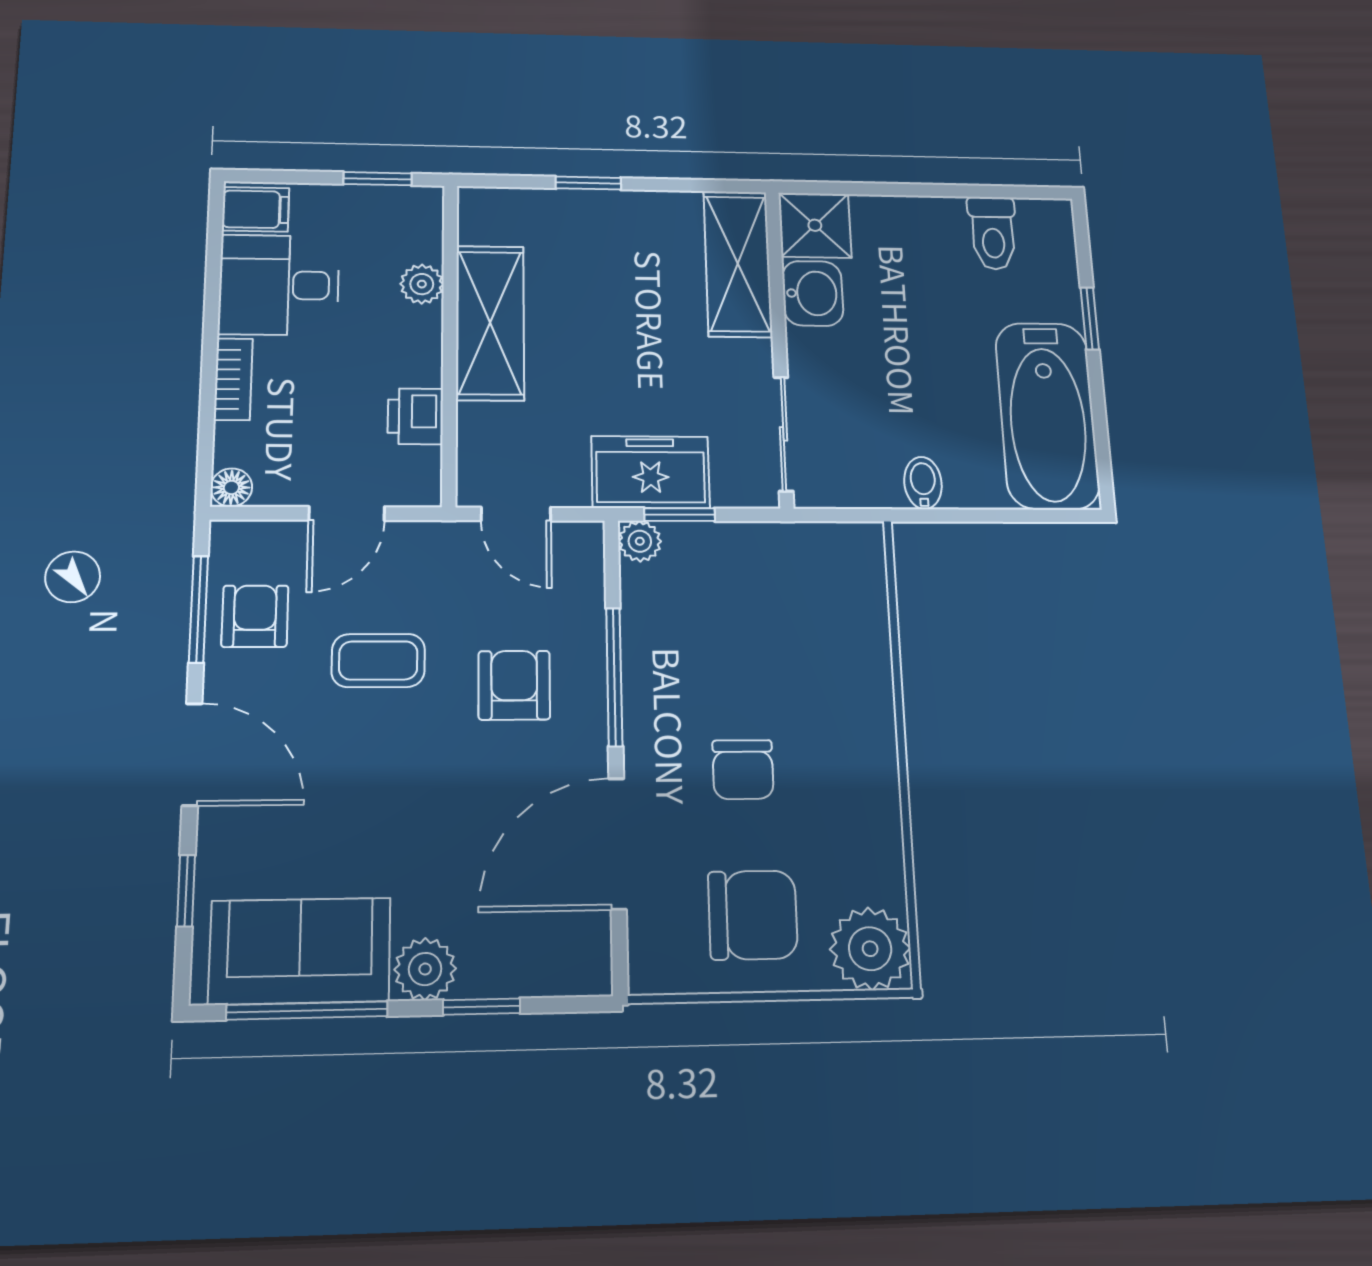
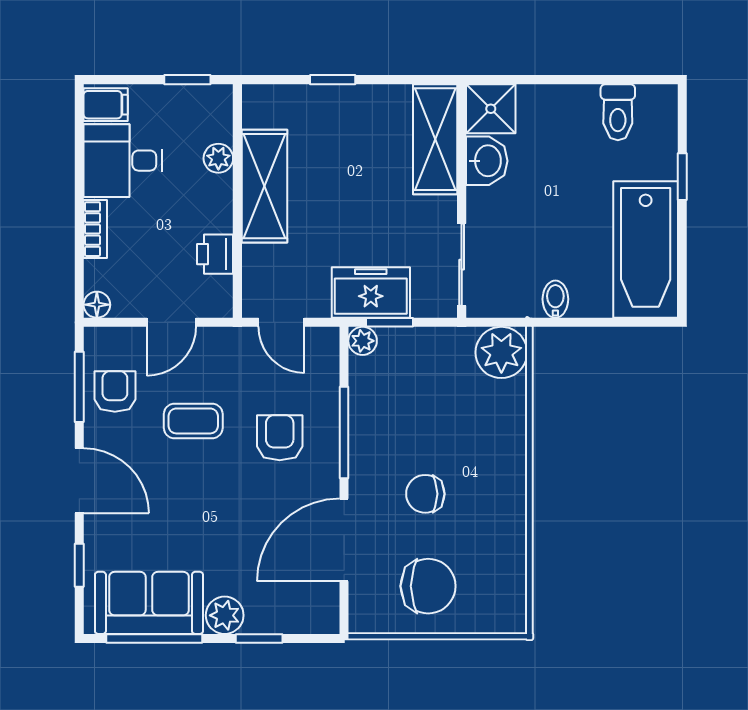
chair: (743, 770) -> (425, 494), turned 90
plant: (870, 949) -> (501, 352), moved

